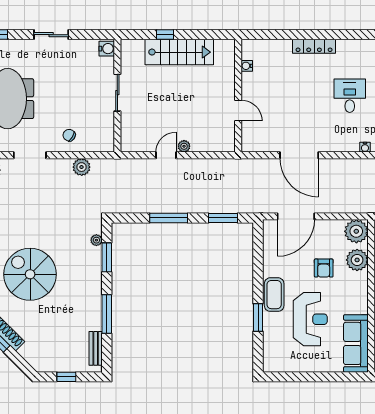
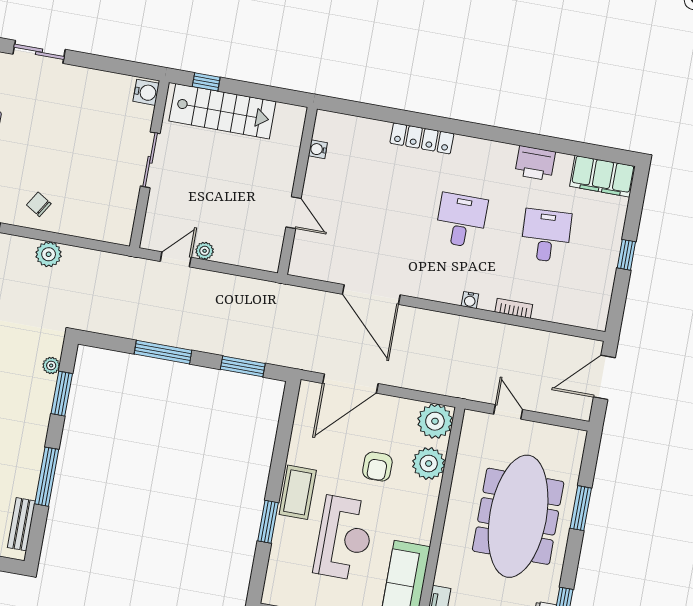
water cooler: (107, 49) -> (146, 92), moved
sliding door: (117, 93) -> (150, 160), moved
wall: (117, 96) -> (149, 164), moved

